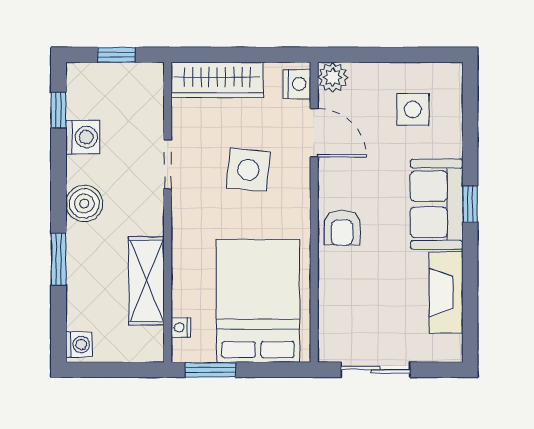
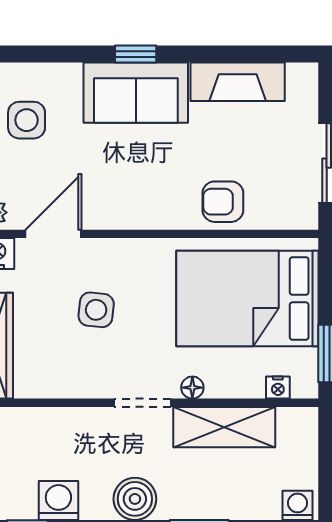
doorway: (168, 164) -> (143, 403), moved
side table: (248, 170) -> (96, 310), width x0.73, depth x0.73
armchair: (342, 228) -> (223, 202), moved, turned 180
floor lamp: (181, 253) -> (192, 388), added

